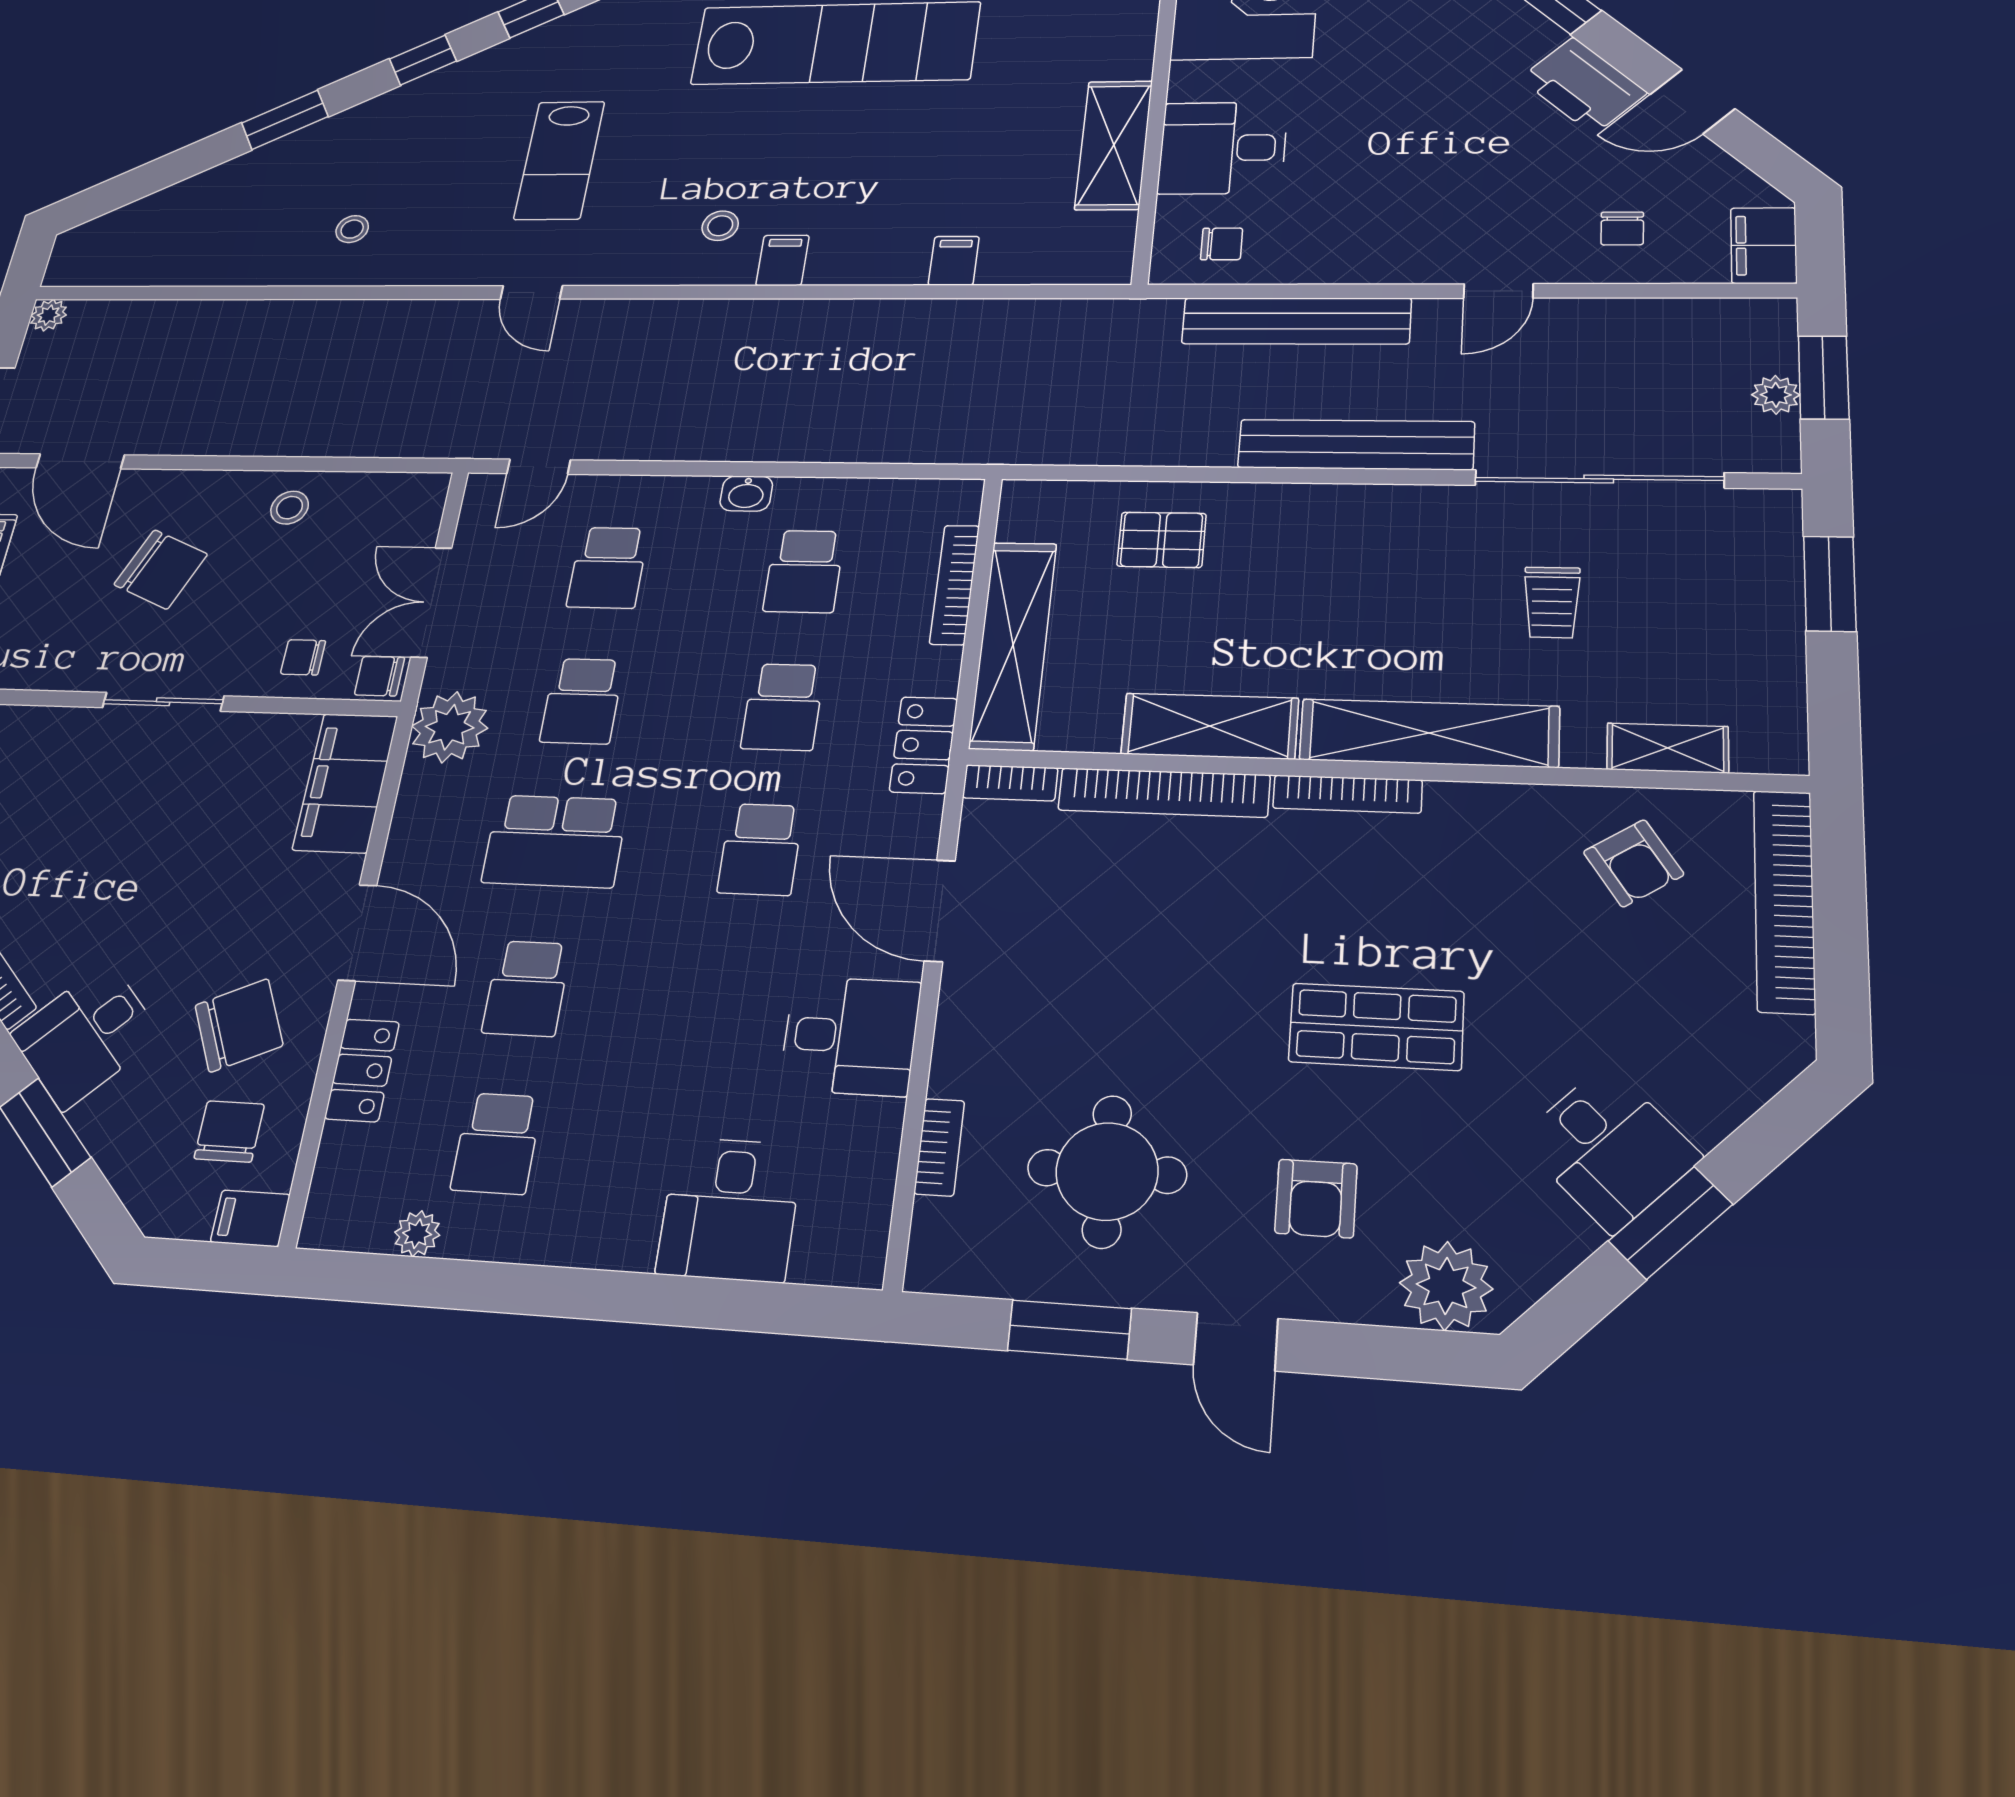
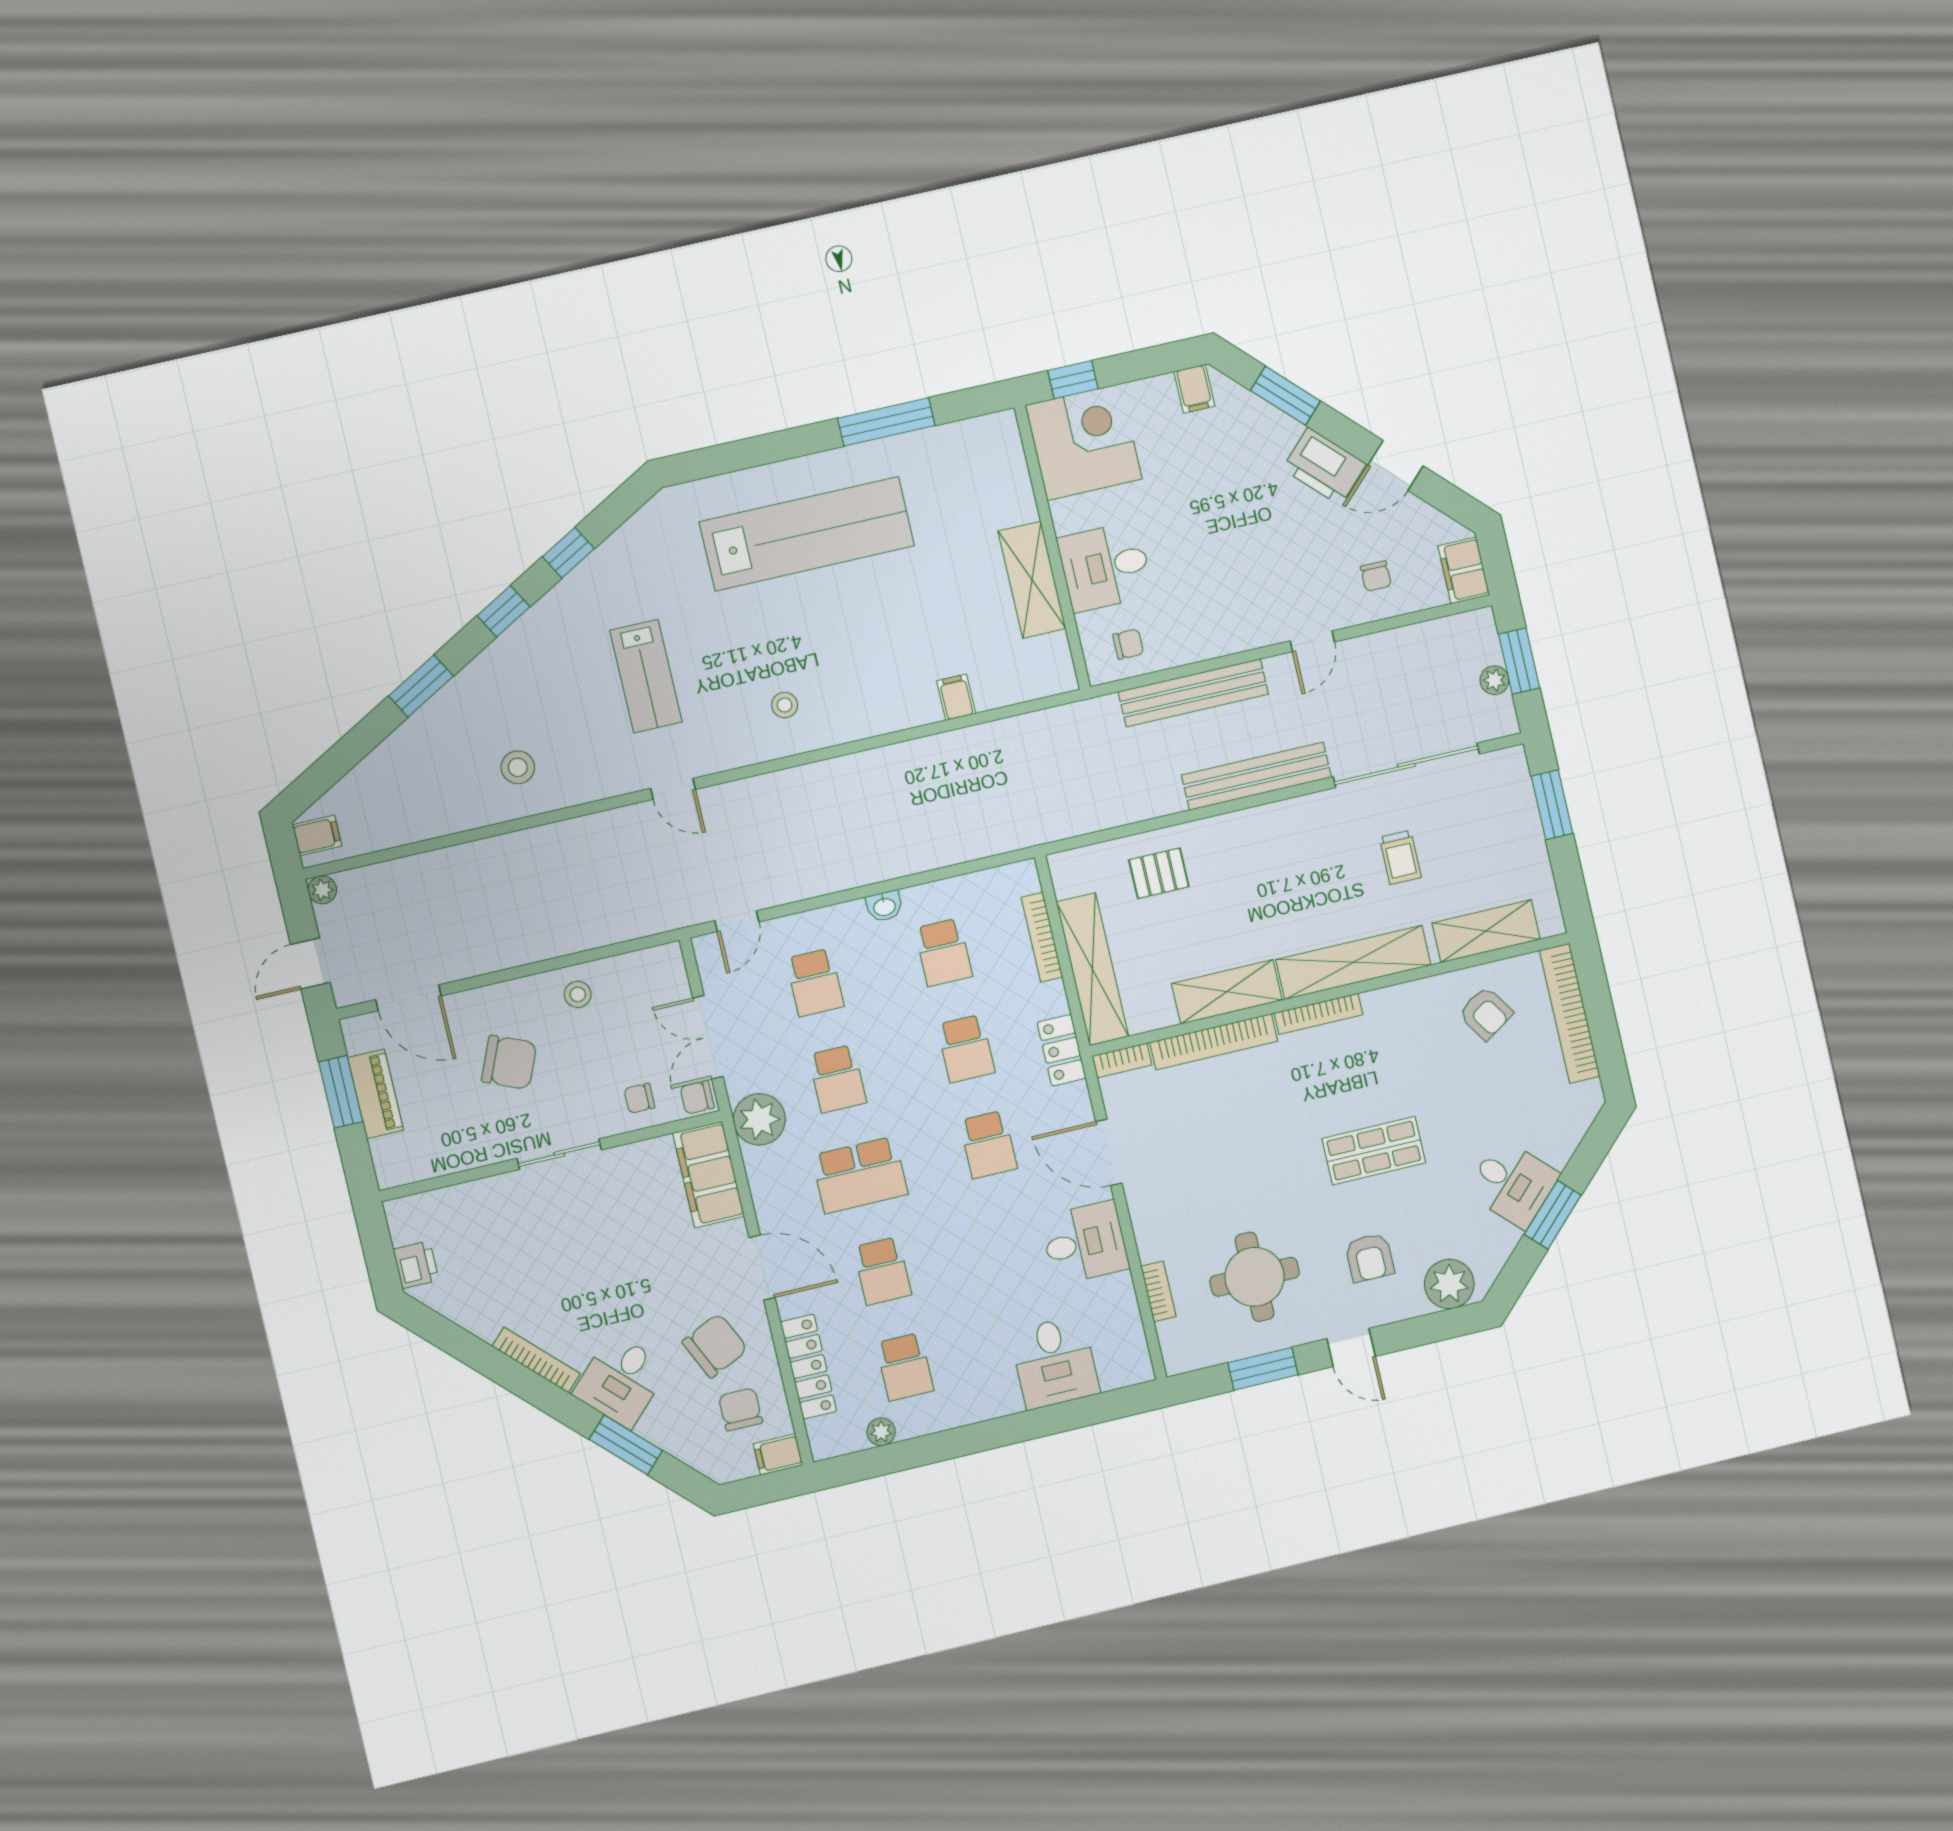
stool: (352, 229) -> (518, 767), width x1.37, depth x1.37
filing cabinet: (782, 260) -> (317, 835), moved, turned 90
shelving: (1668, 748) -> (1486, 931), width x1.50, depth x1.33
locker: (362, 1070) -> (808, 1367), width x1.53

